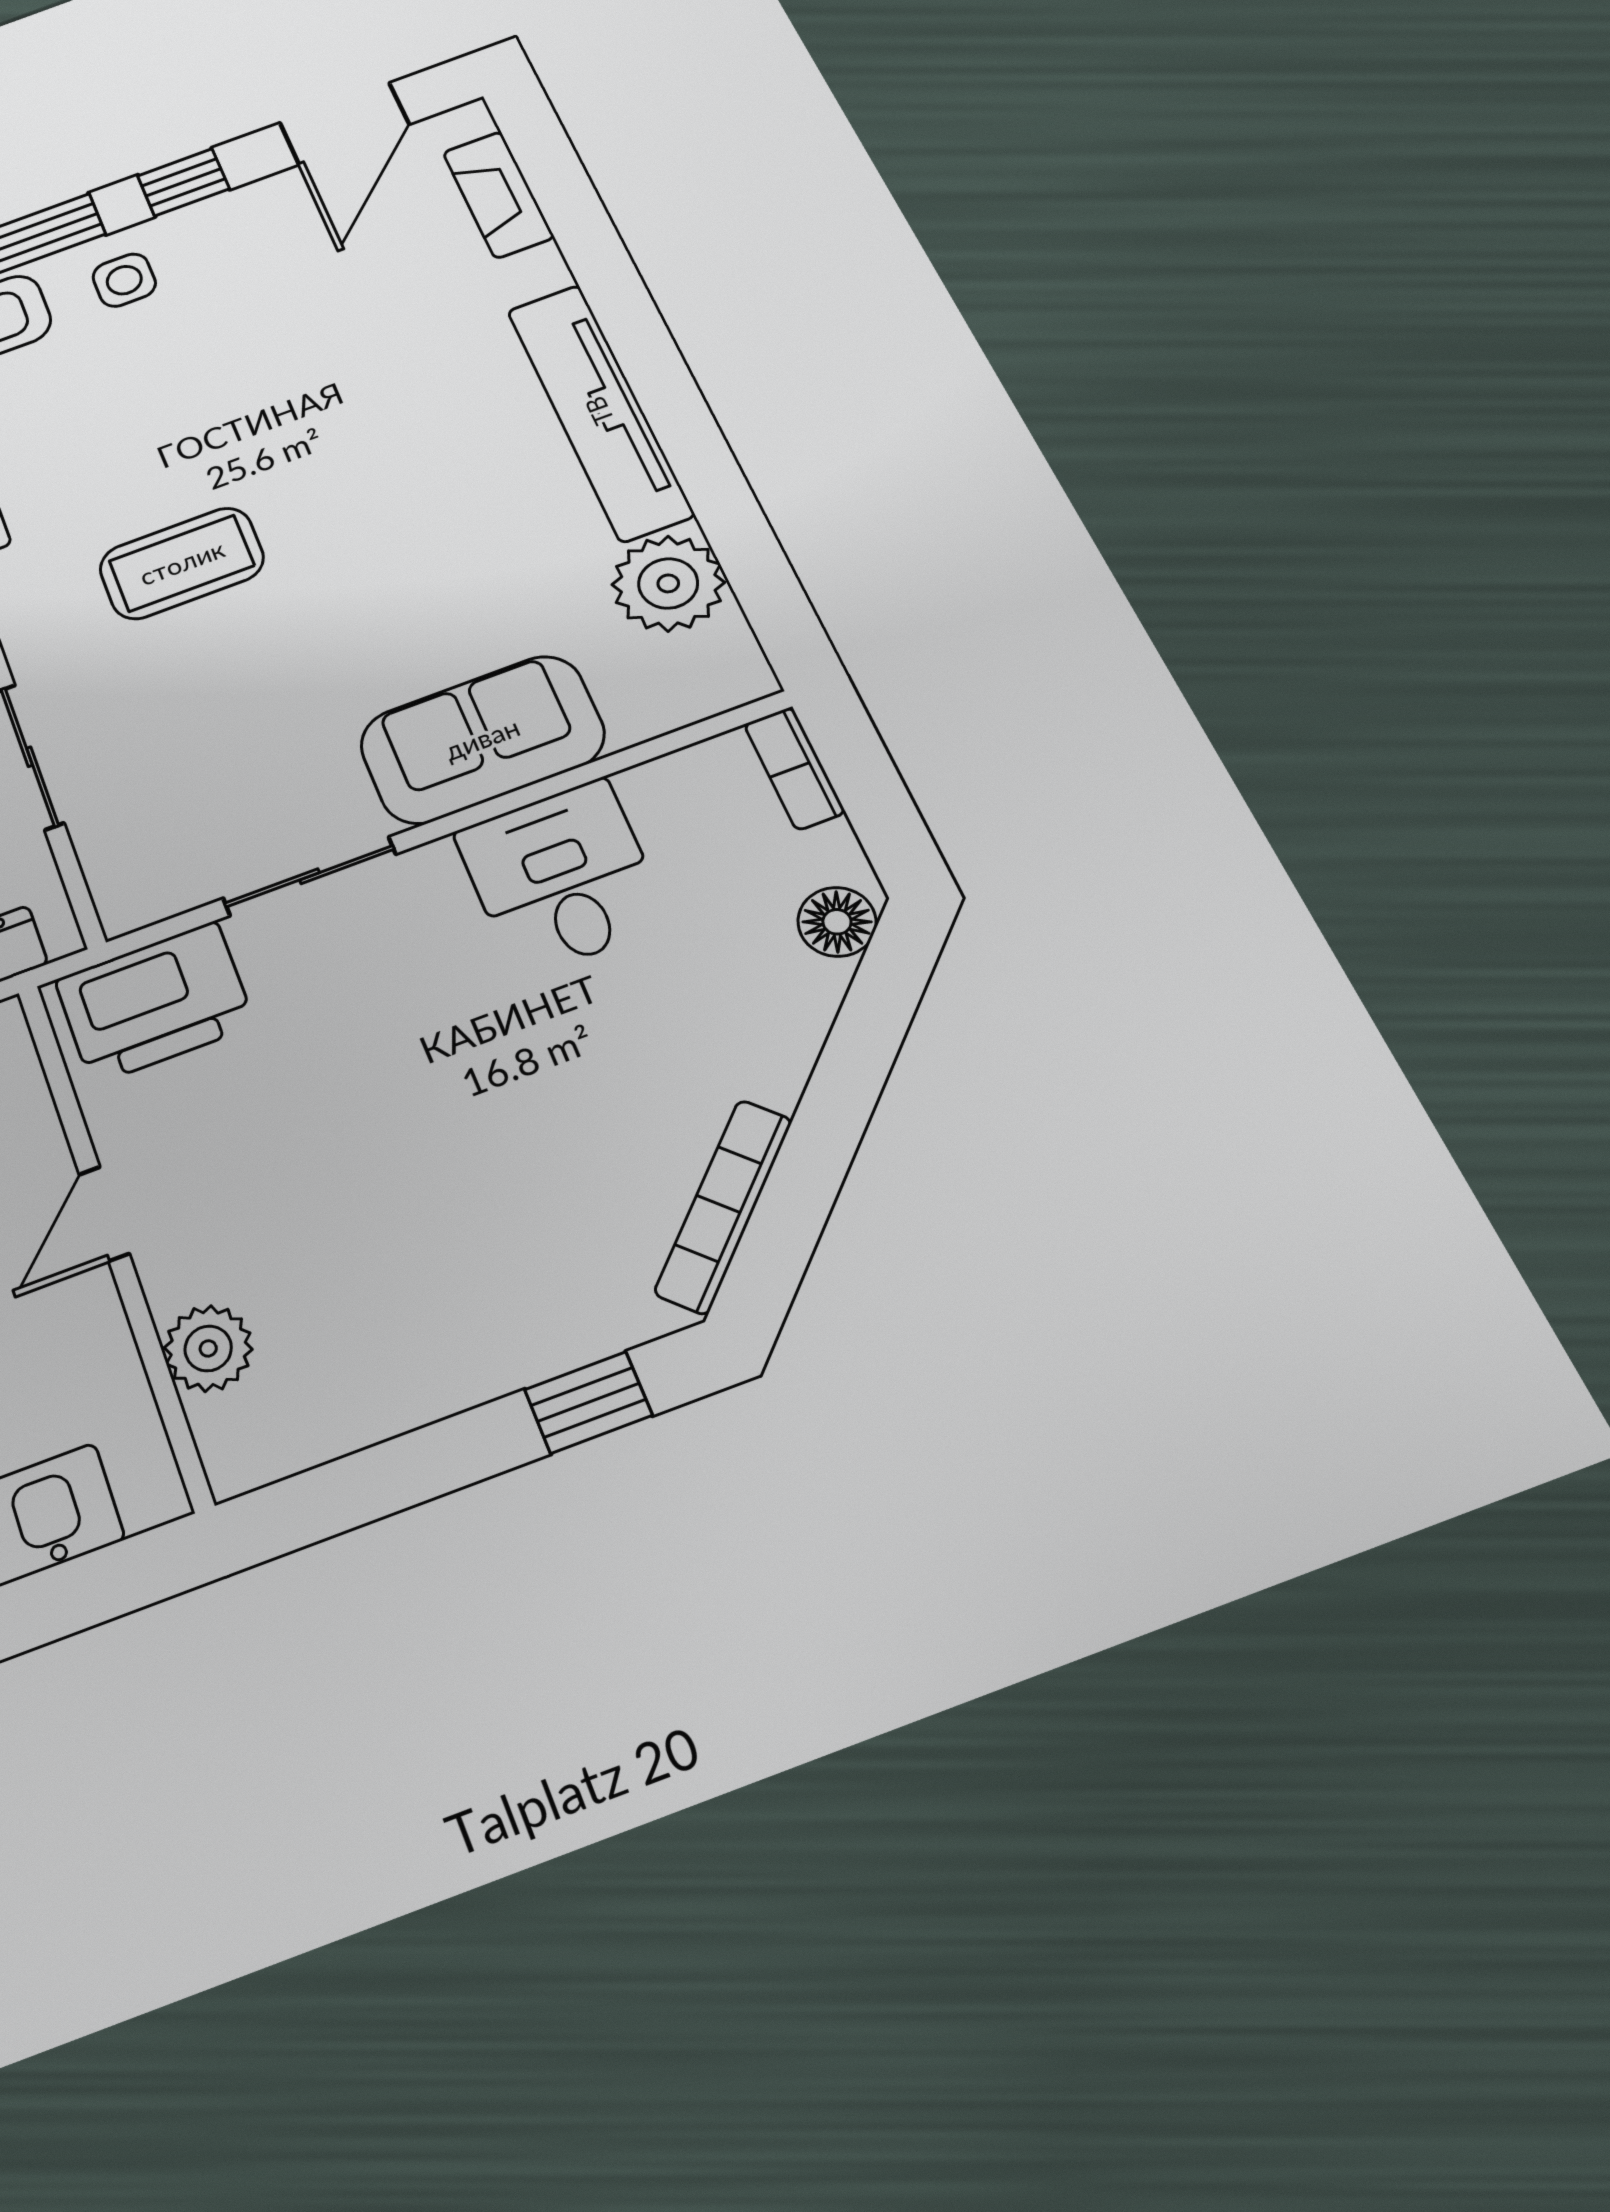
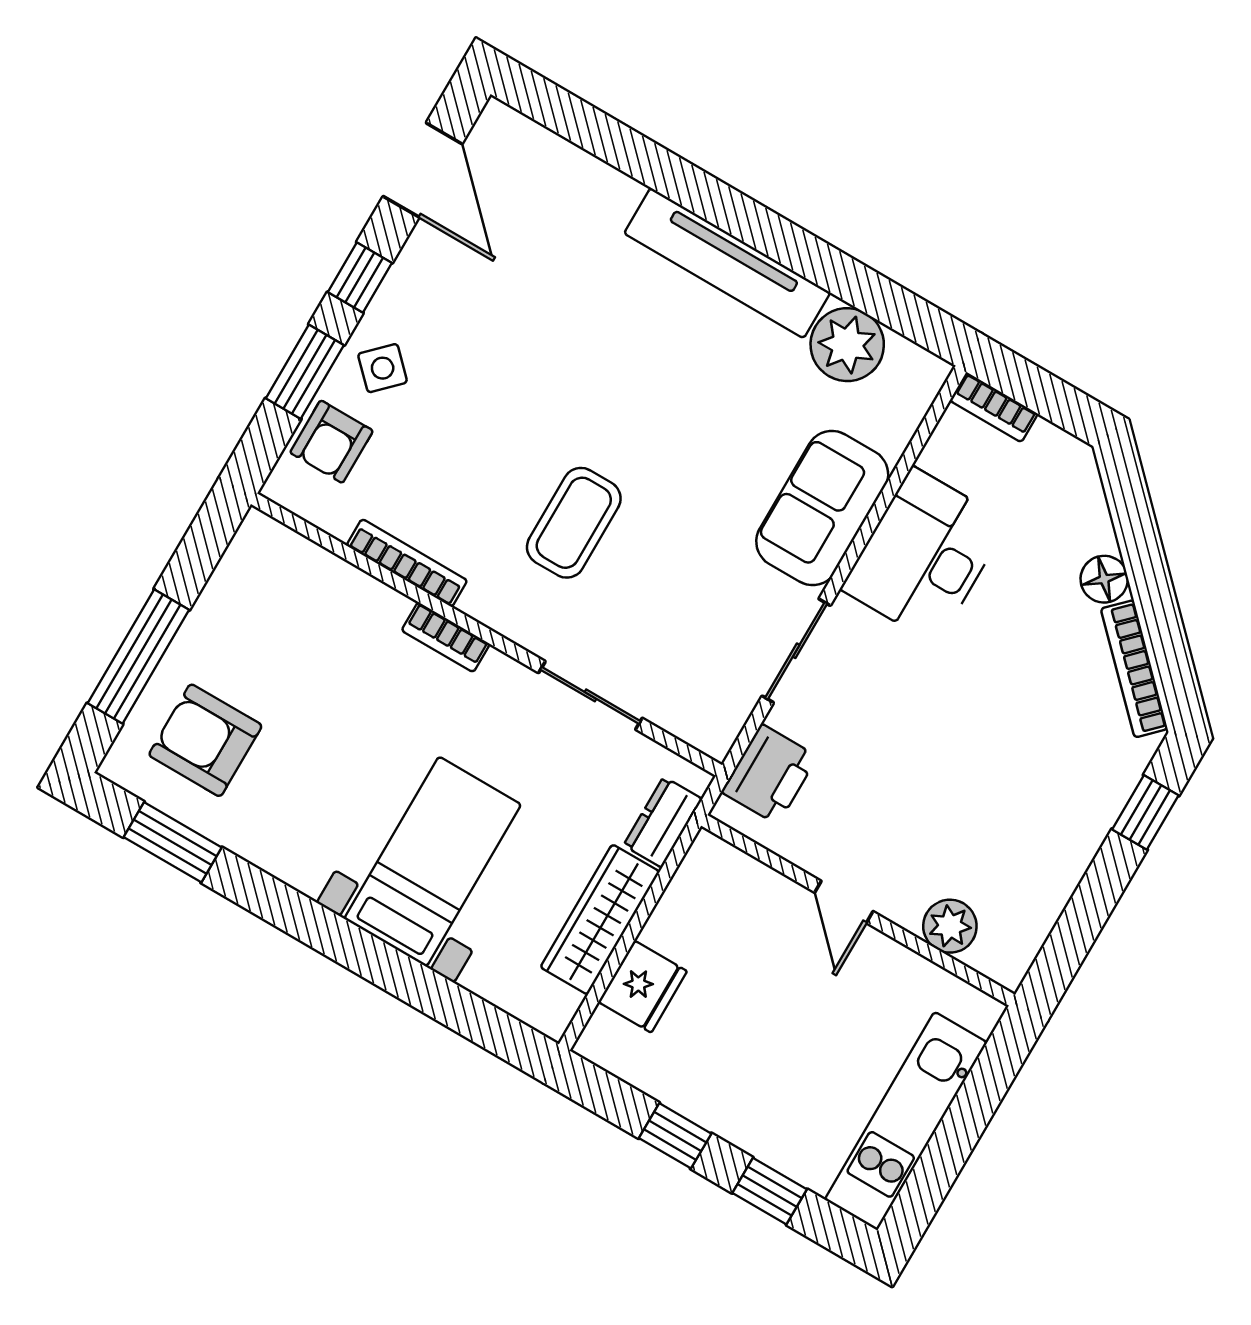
fireplace: (498, 195) -> (555, 158), removed
side table: (124, 280) -> (383, 368), turned 45
desk: (562, 878) -> (924, 556), width x1.37
floor lamp: (837, 922) -> (1104, 579), moved
printer: (155, 1002) -> (769, 774), width x0.73, depth x0.84

